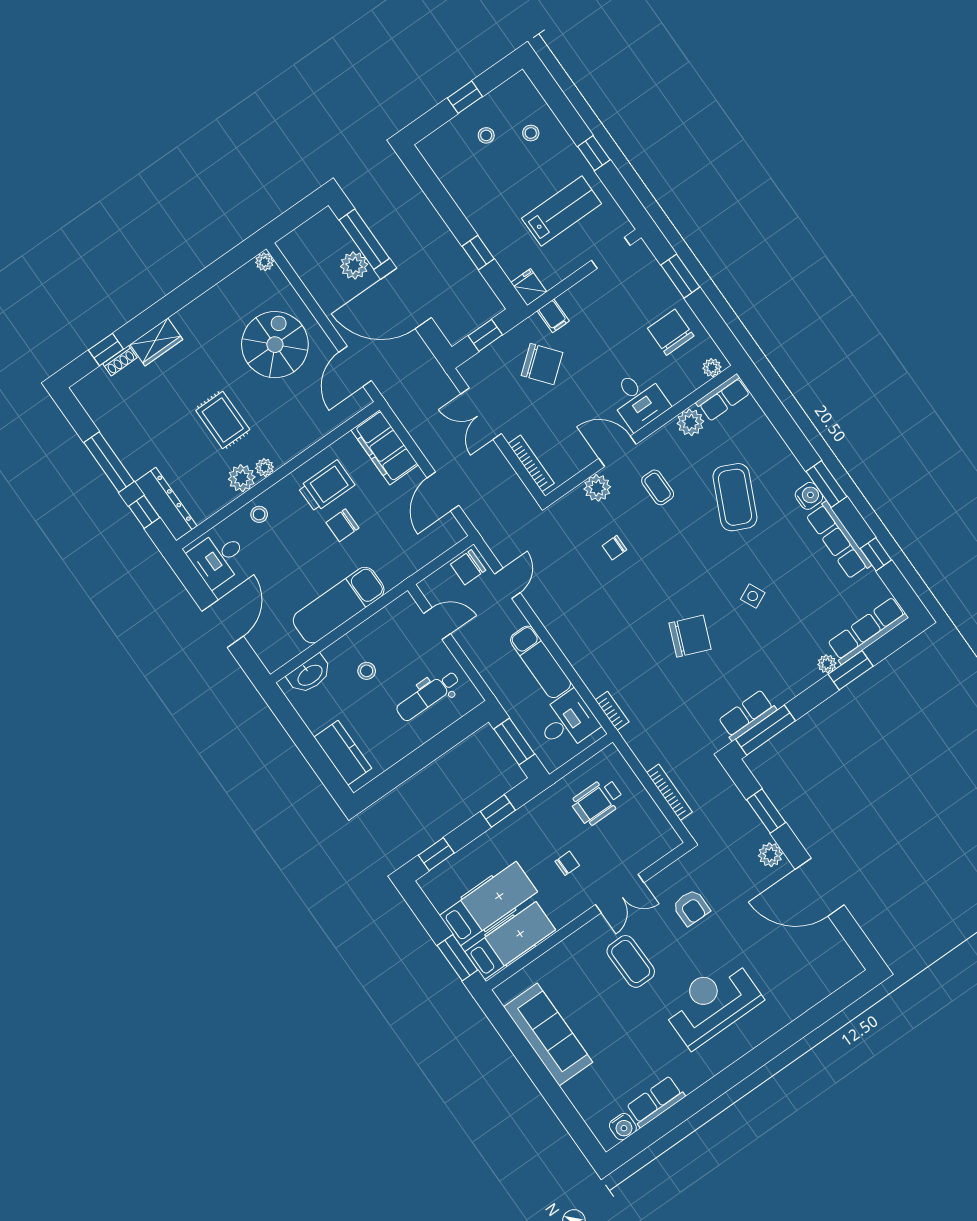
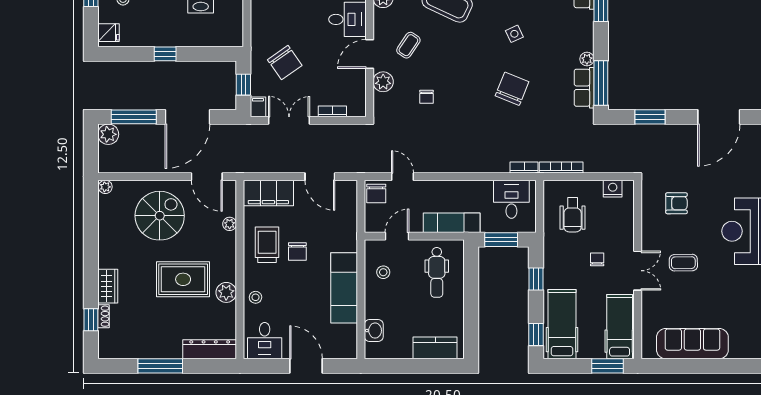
window: (478, 253) -> (165, 54), moved
plant: (354, 265) -> (108, 134), moved
fridge: (529, 287) -> (109, 33), moved, turned 180
filing cabinet: (553, 316) -> (258, 107), moved, turned -90
spiral stairs: (275, 345) -> (160, 216), turned 90
chair: (542, 364) -> (285, 63), turned 94
double door: (481, 414) -> (289, 120), swing flipped
rug: (223, 420) -> (183, 279), width x1.36, depth x1.43
bookcase: (531, 463) -> (332, 111), width x0.64
plant: (265, 468) -> (230, 224), moved
coffee table: (658, 487) -> (408, 45), turned -56
window: (144, 512) -> (205, 366), removed
exam couch: (541, 662) -> (452, 223), moved, turned 180
plant: (827, 664) -> (587, 59), moved
stool: (367, 671) -> (383, 272), moved
washbasin: (310, 675) -> (374, 331), width x0.72
bookcase: (669, 792) -> (561, 167), moved
nightstand: (658, 825) -> (613, 189), added
plant: (770, 855) -> (678, 133), removed
double door: (620, 894) -> (638, 271), moved
hospital bed: (488, 904) -> (562, 324), moved
coffee table: (631, 961) -> (683, 263), width x0.73, depth x0.77

